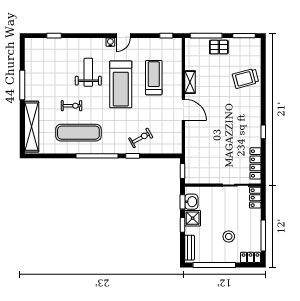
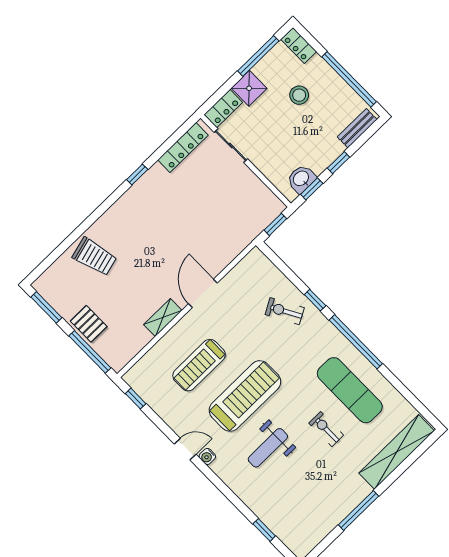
shower: (193, 218) -> (249, 88), moved

